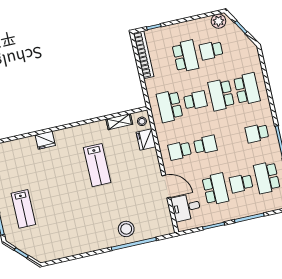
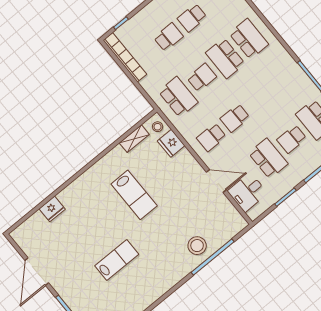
school desk: (185, 56) -> (168, 37), width x0.54
school desk: (170, 106) -> (178, 97), turned 180
school desk: (257, 133) -> (282, 79), removed
fridge: (45, 140) -> (52, 209), moved
school desk: (205, 145) -> (235, 118), turned 180
lab bench: (23, 209) -> (117, 260), moved, turned -90

